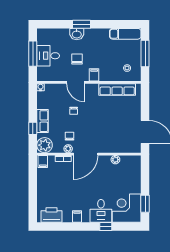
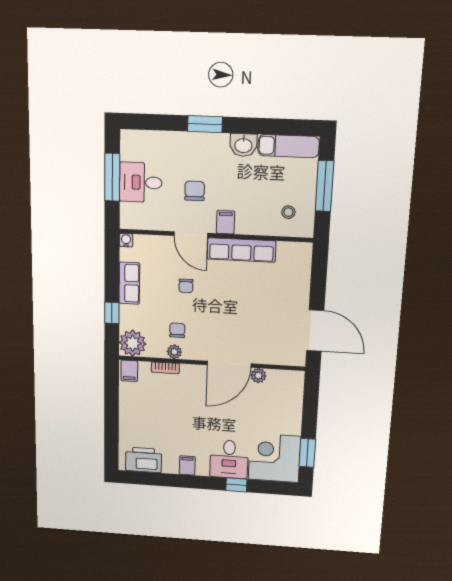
washbasin: (77, 34) -> (243, 145), moved
row of seats: (117, 89) -> (241, 250), moved
row of seats: (42, 121) -> (129, 283), moved
door: (86, 154) -> (229, 364), moved

